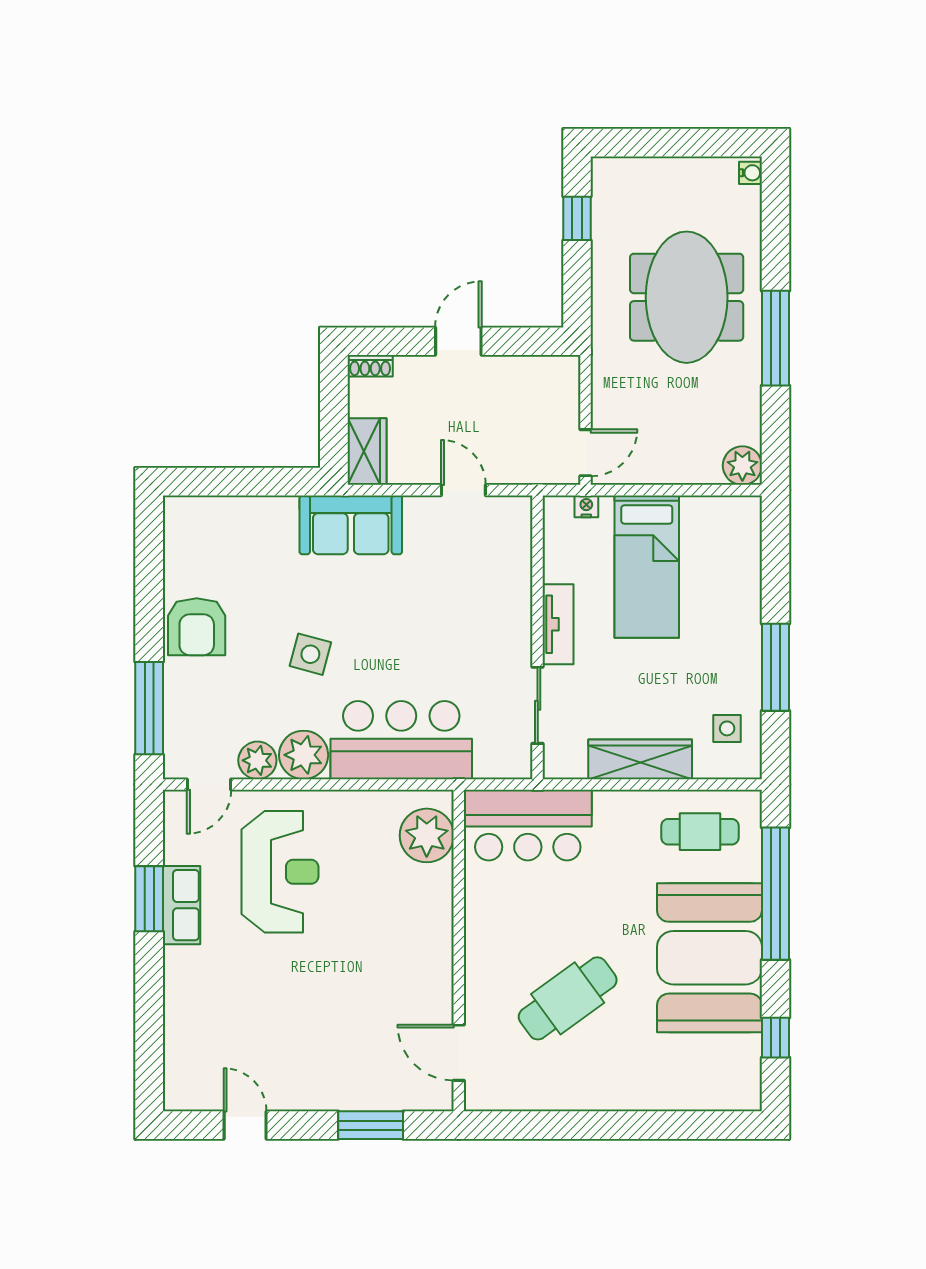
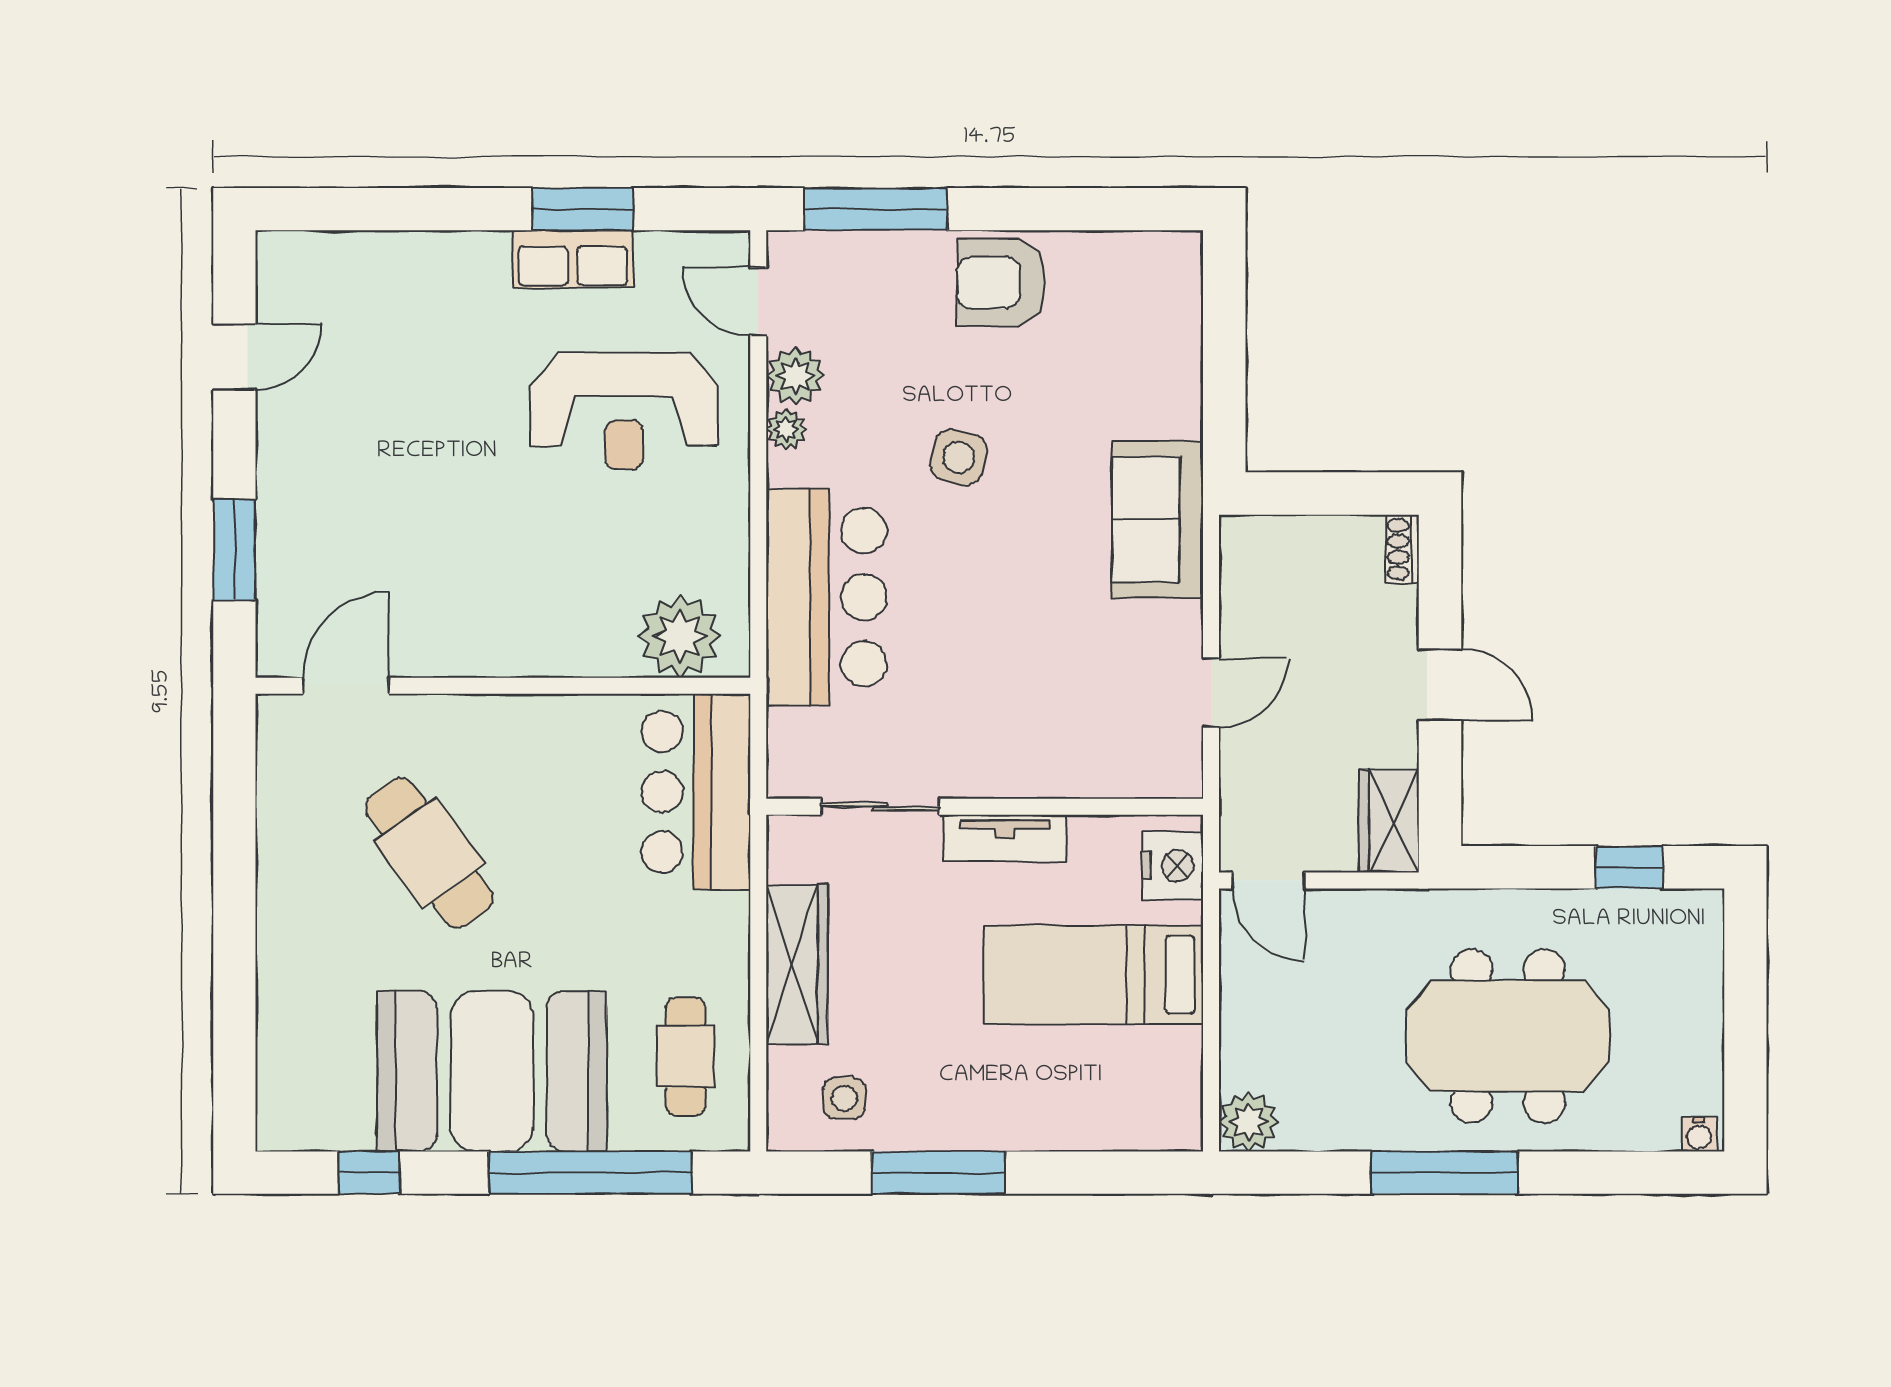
wardrobe: (367, 452) -> (1389, 821), moved, turned 90
nightstand: (586, 506) -> (1173, 866), width x1.89, depth x1.79
plant: (304, 755) -> (786, 429), width x0.53, depth x0.53

